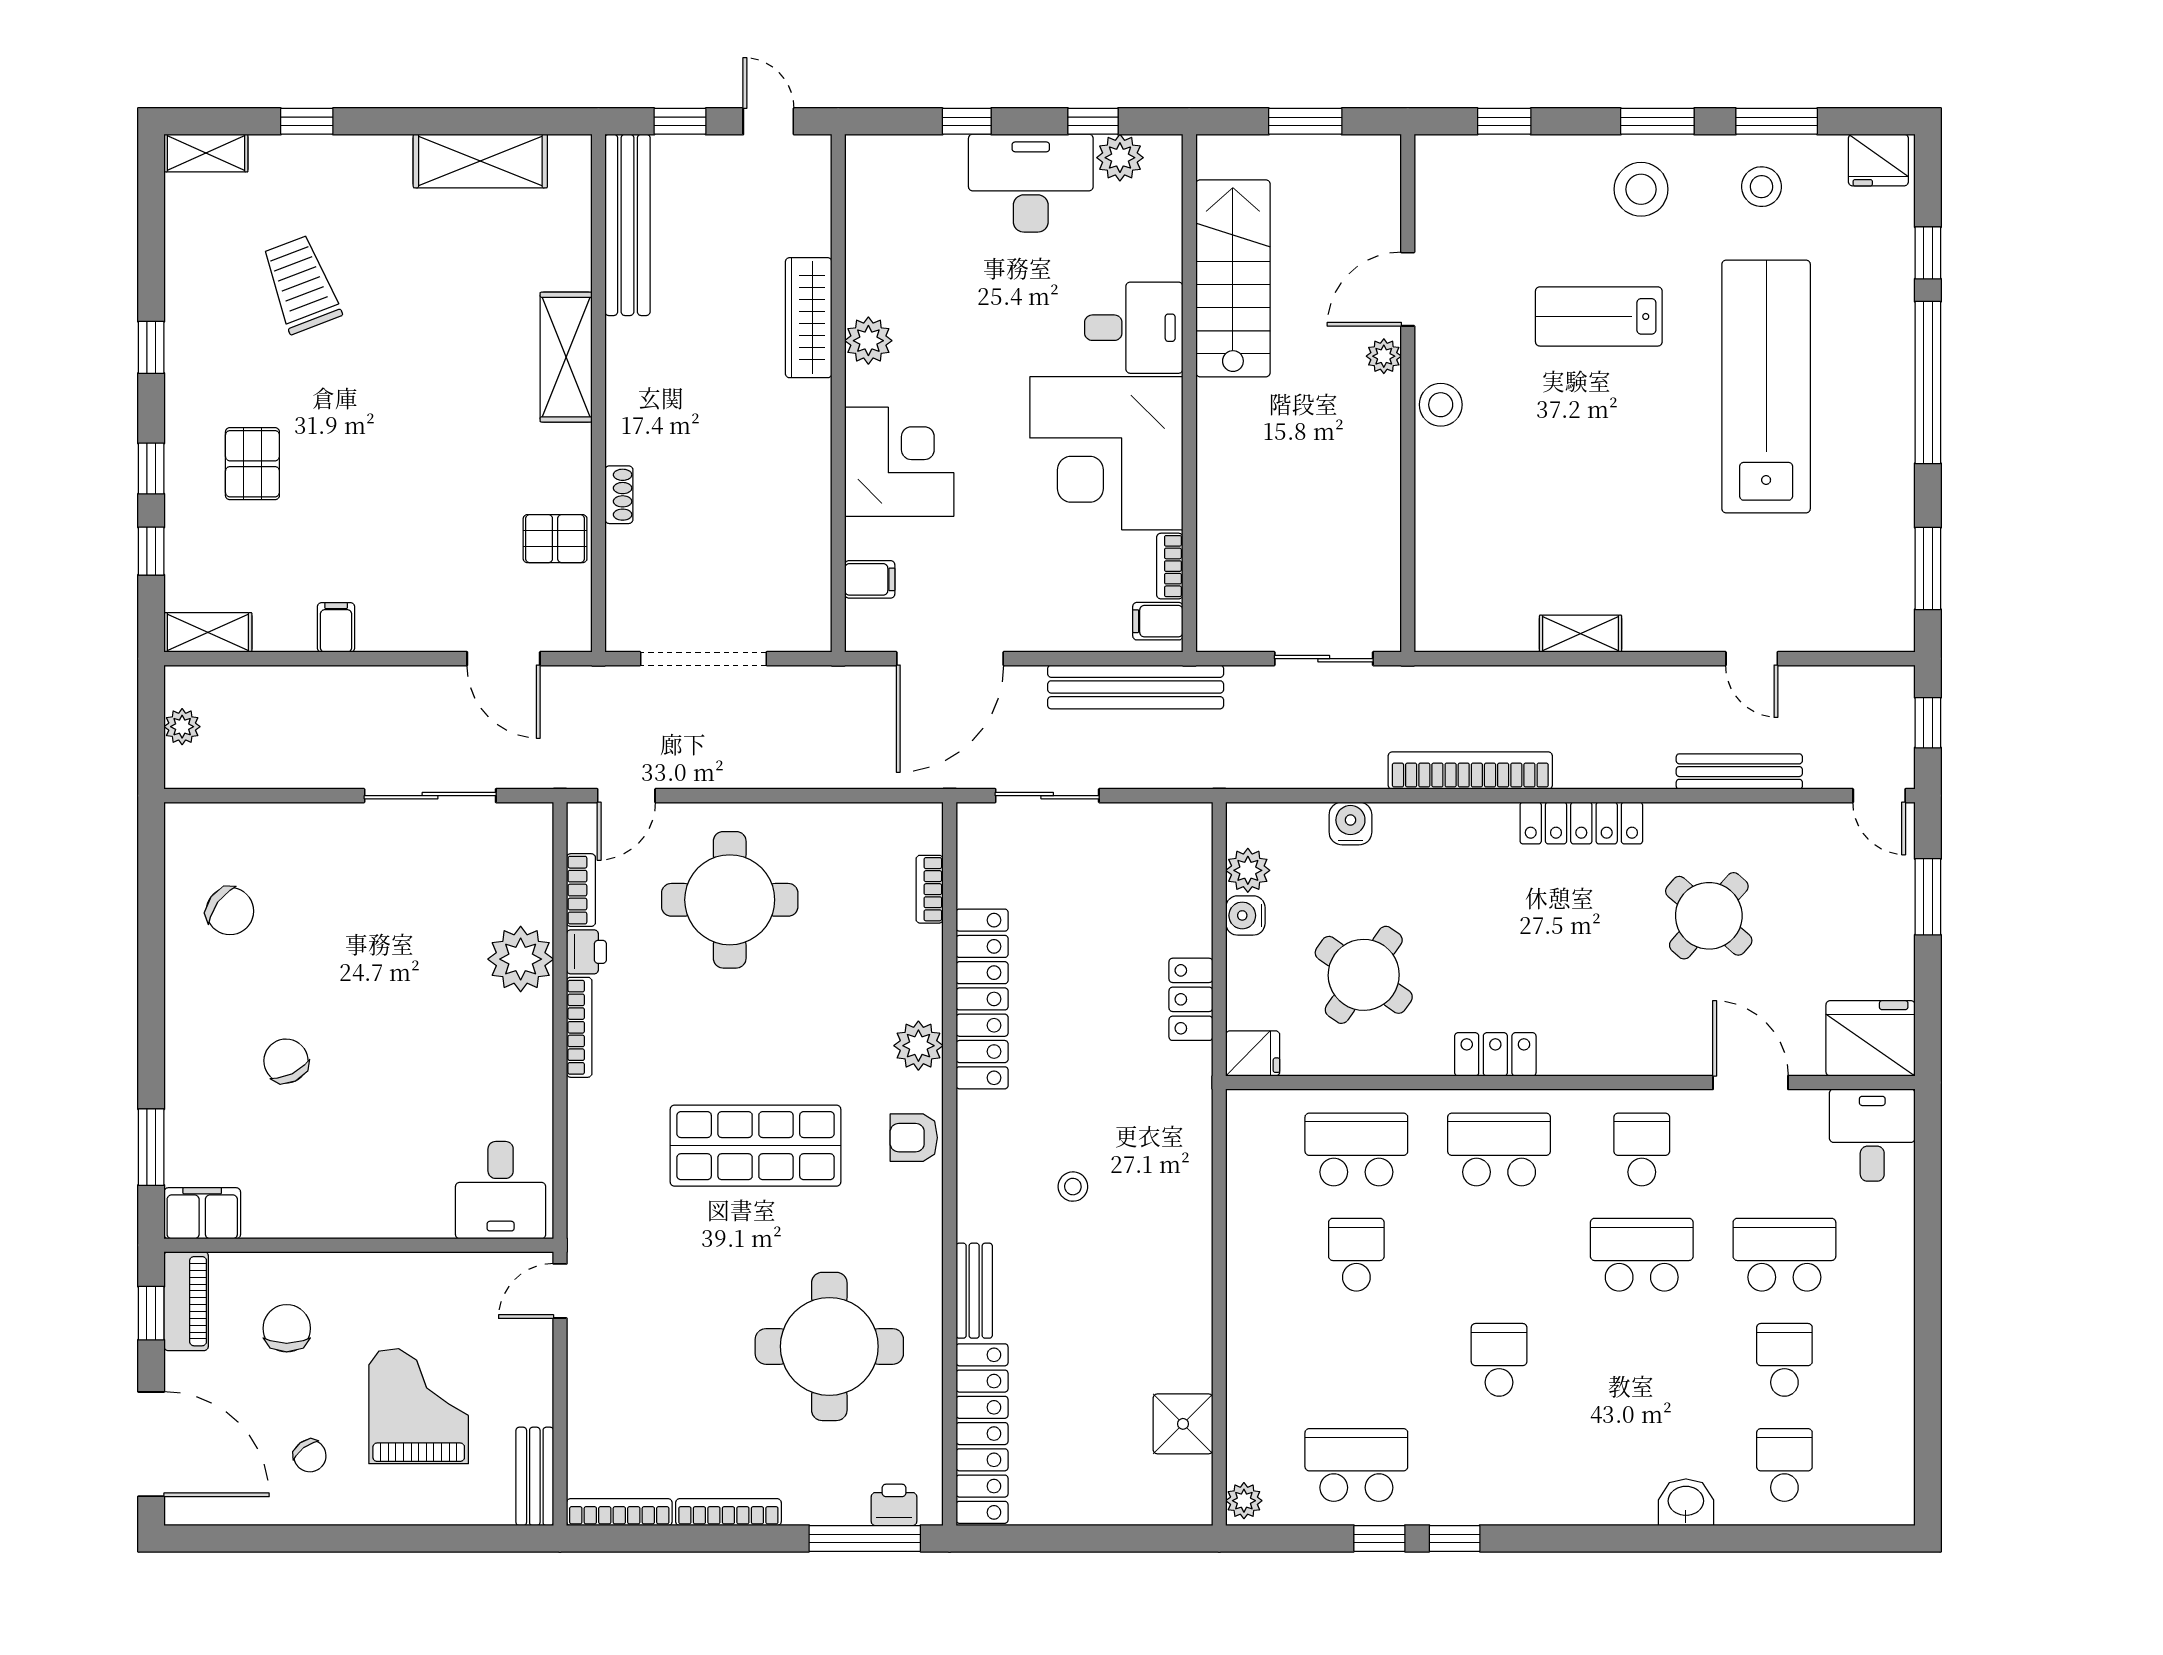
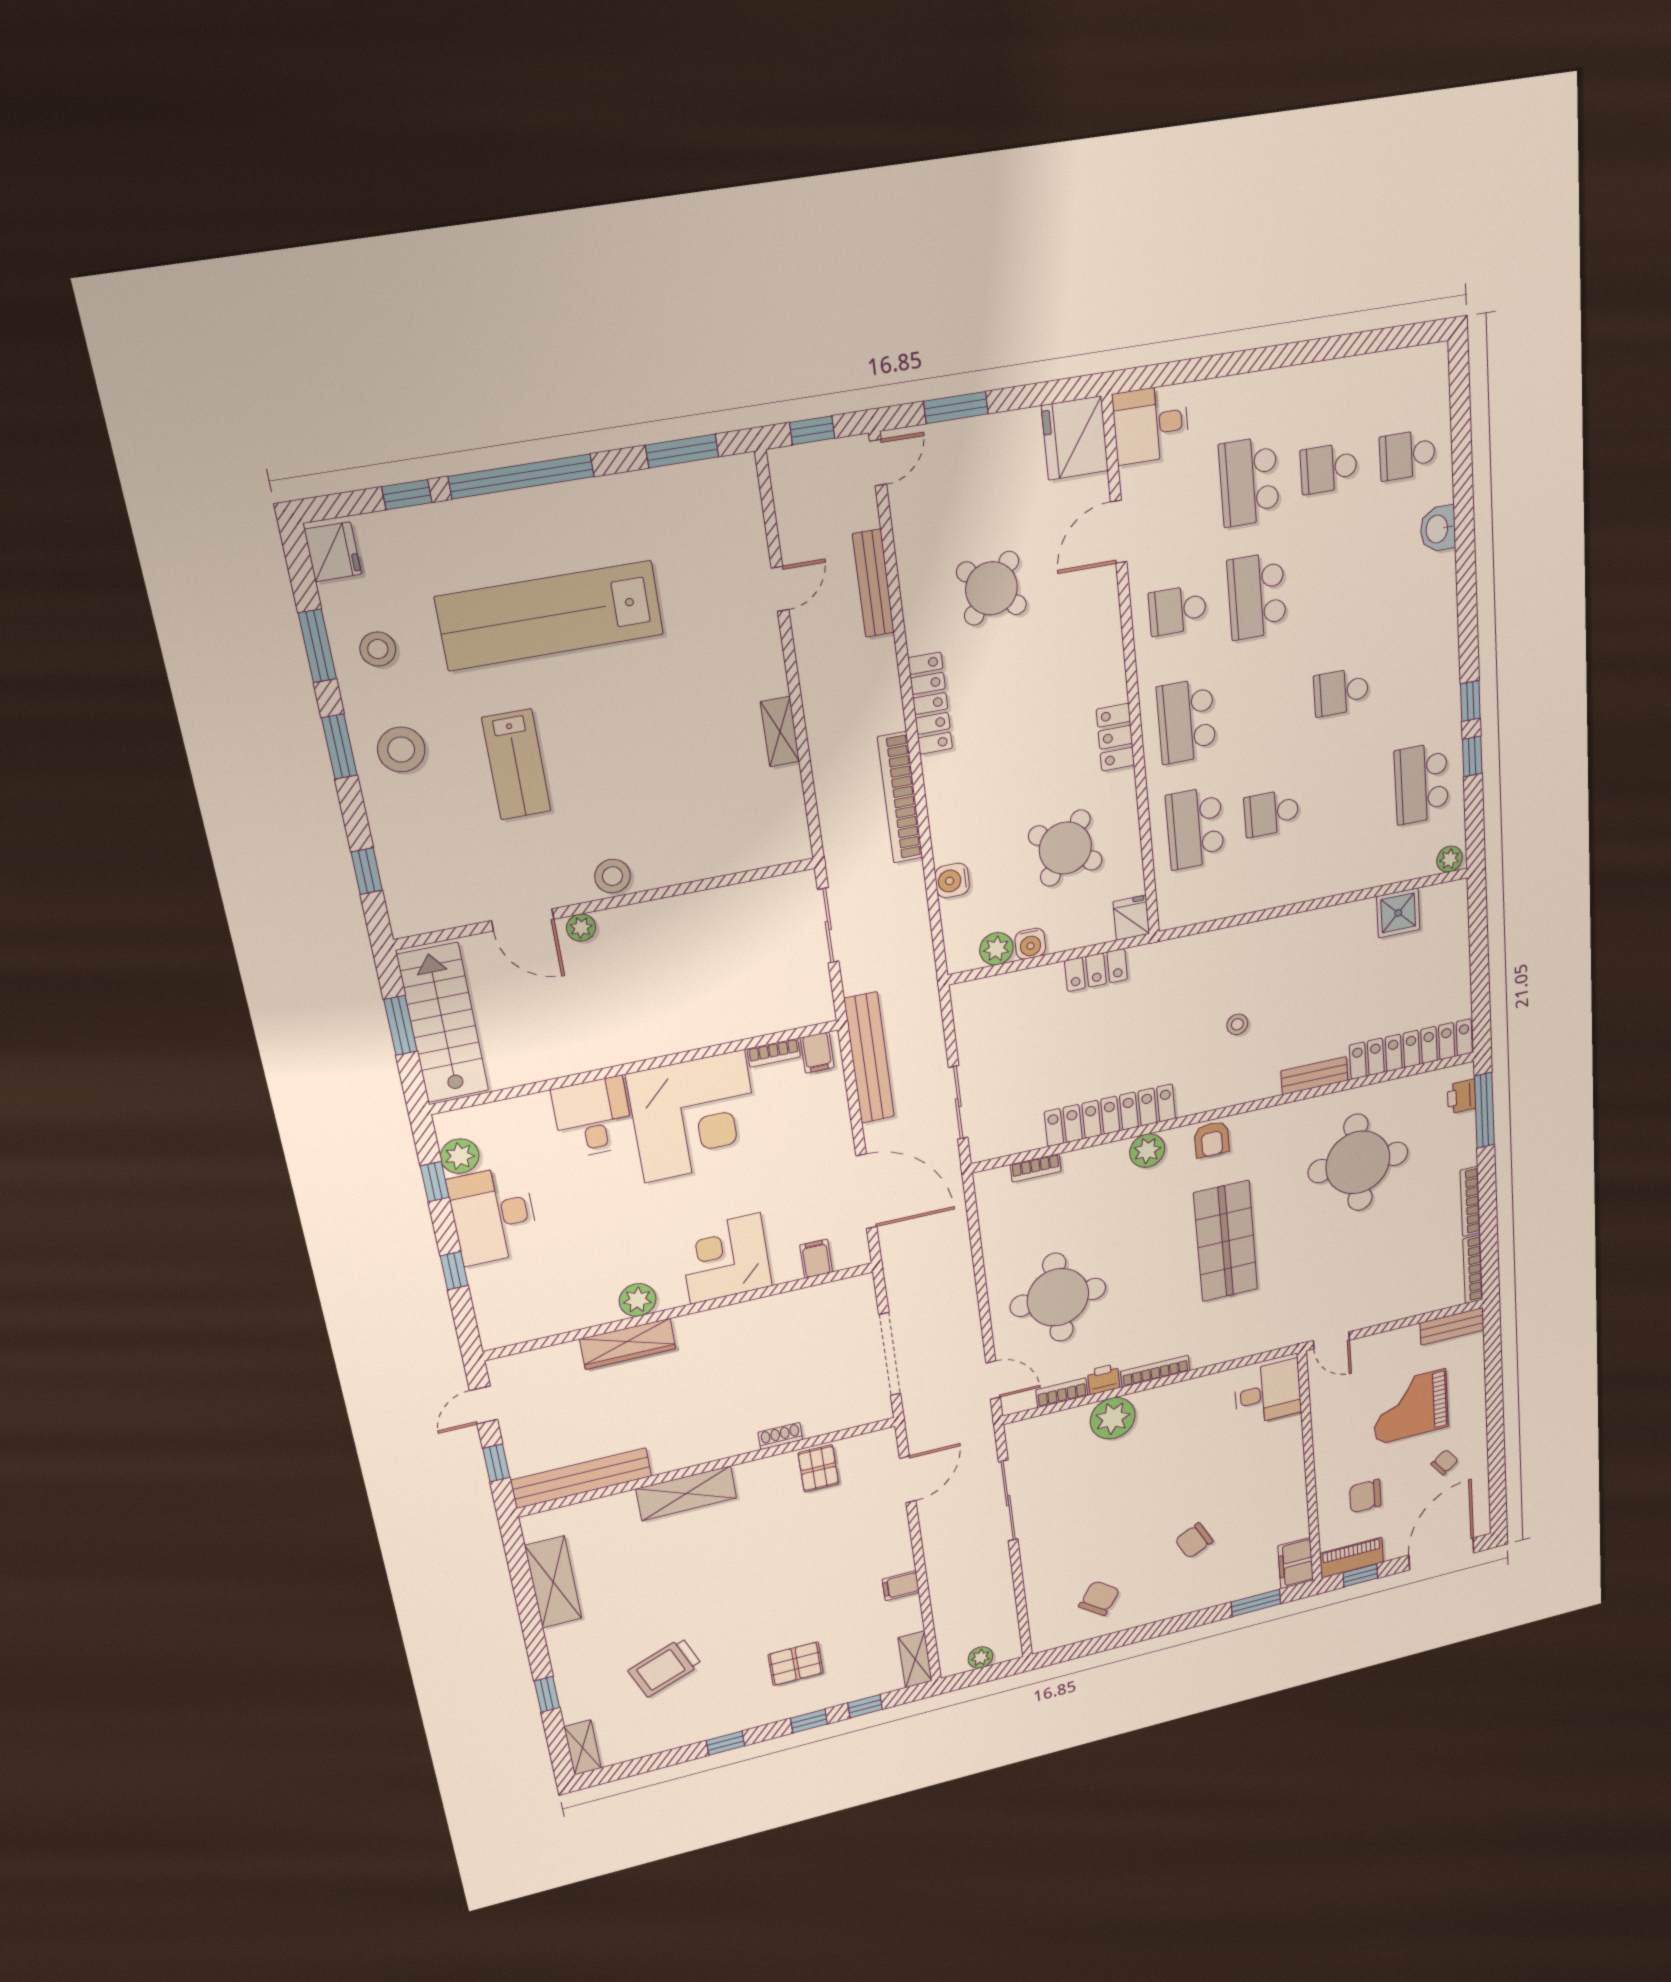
stairs: (1233, 278) -> (443, 1023), moved, turned 90

